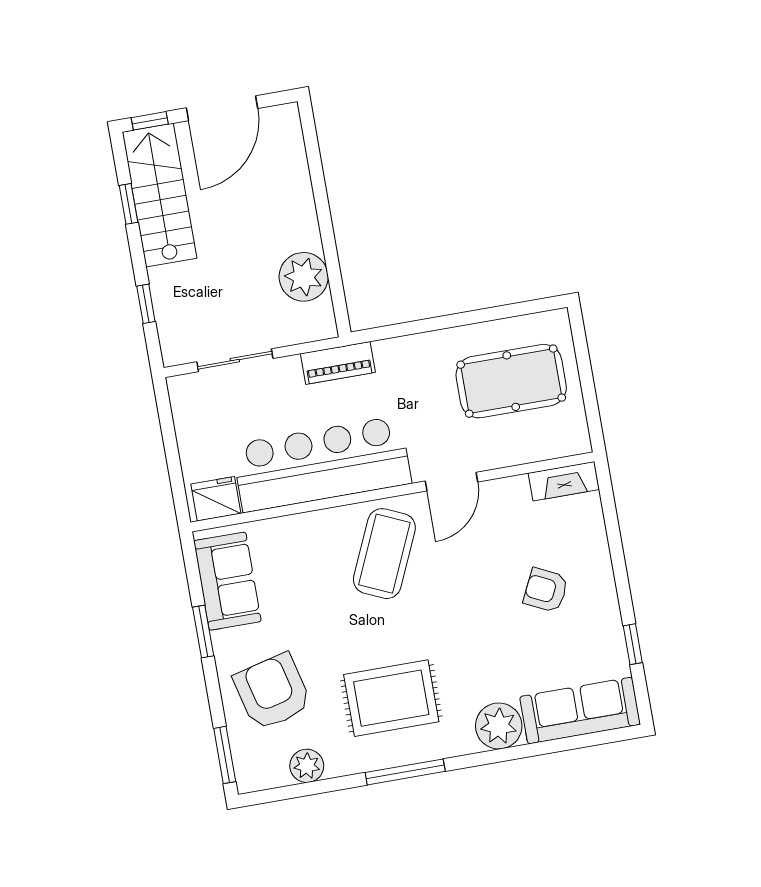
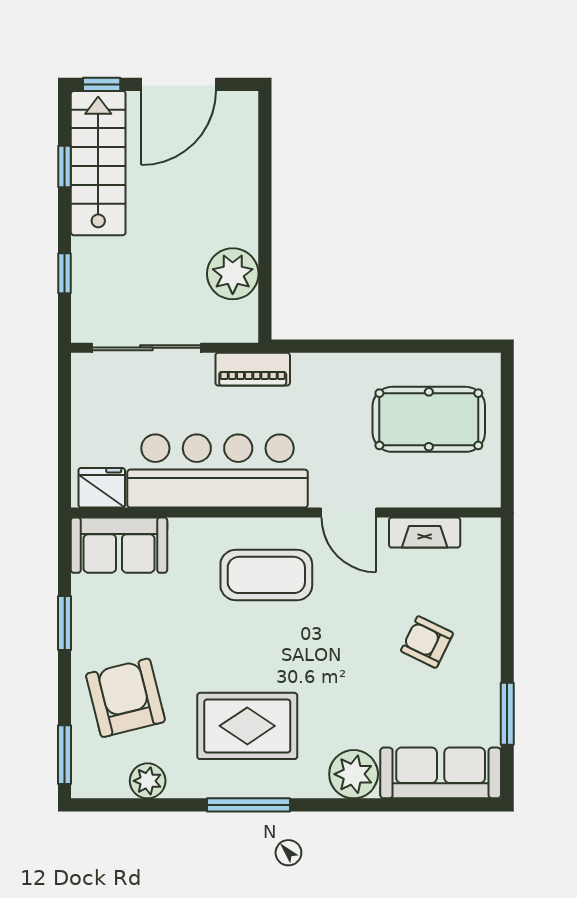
sliding door: (235, 360) -> (146, 348), width x1.37
fireplace: (564, 481) -> (425, 533), moved
door: (451, 482) -> (349, 513), hinge flipped
coffee table: (384, 554) -> (266, 575), turned 66
sofa: (227, 581) -> (119, 545), moved, turned 90
window: (633, 644) -> (507, 714), width x1.50

